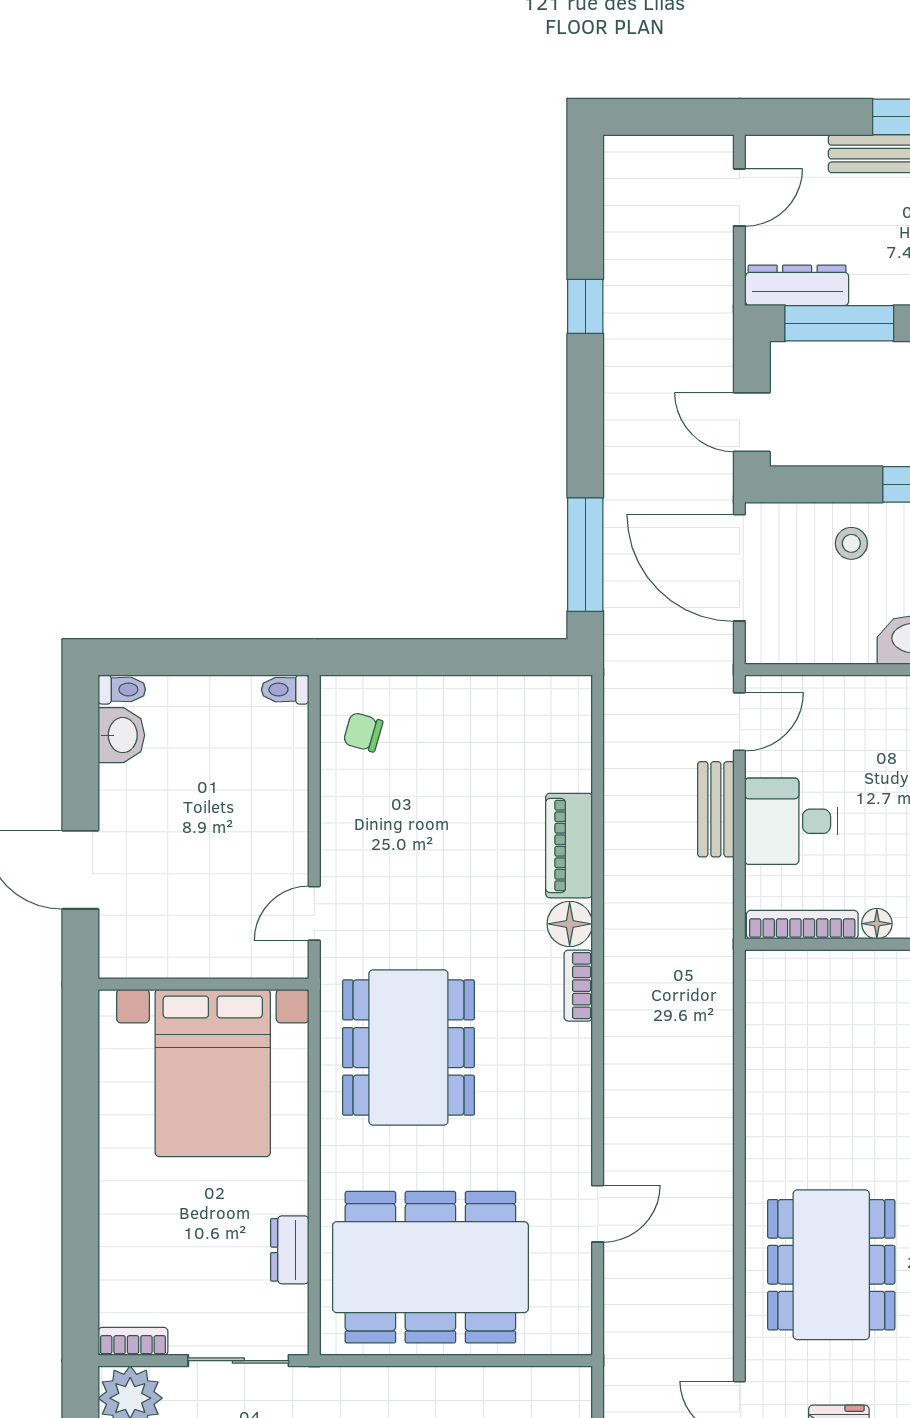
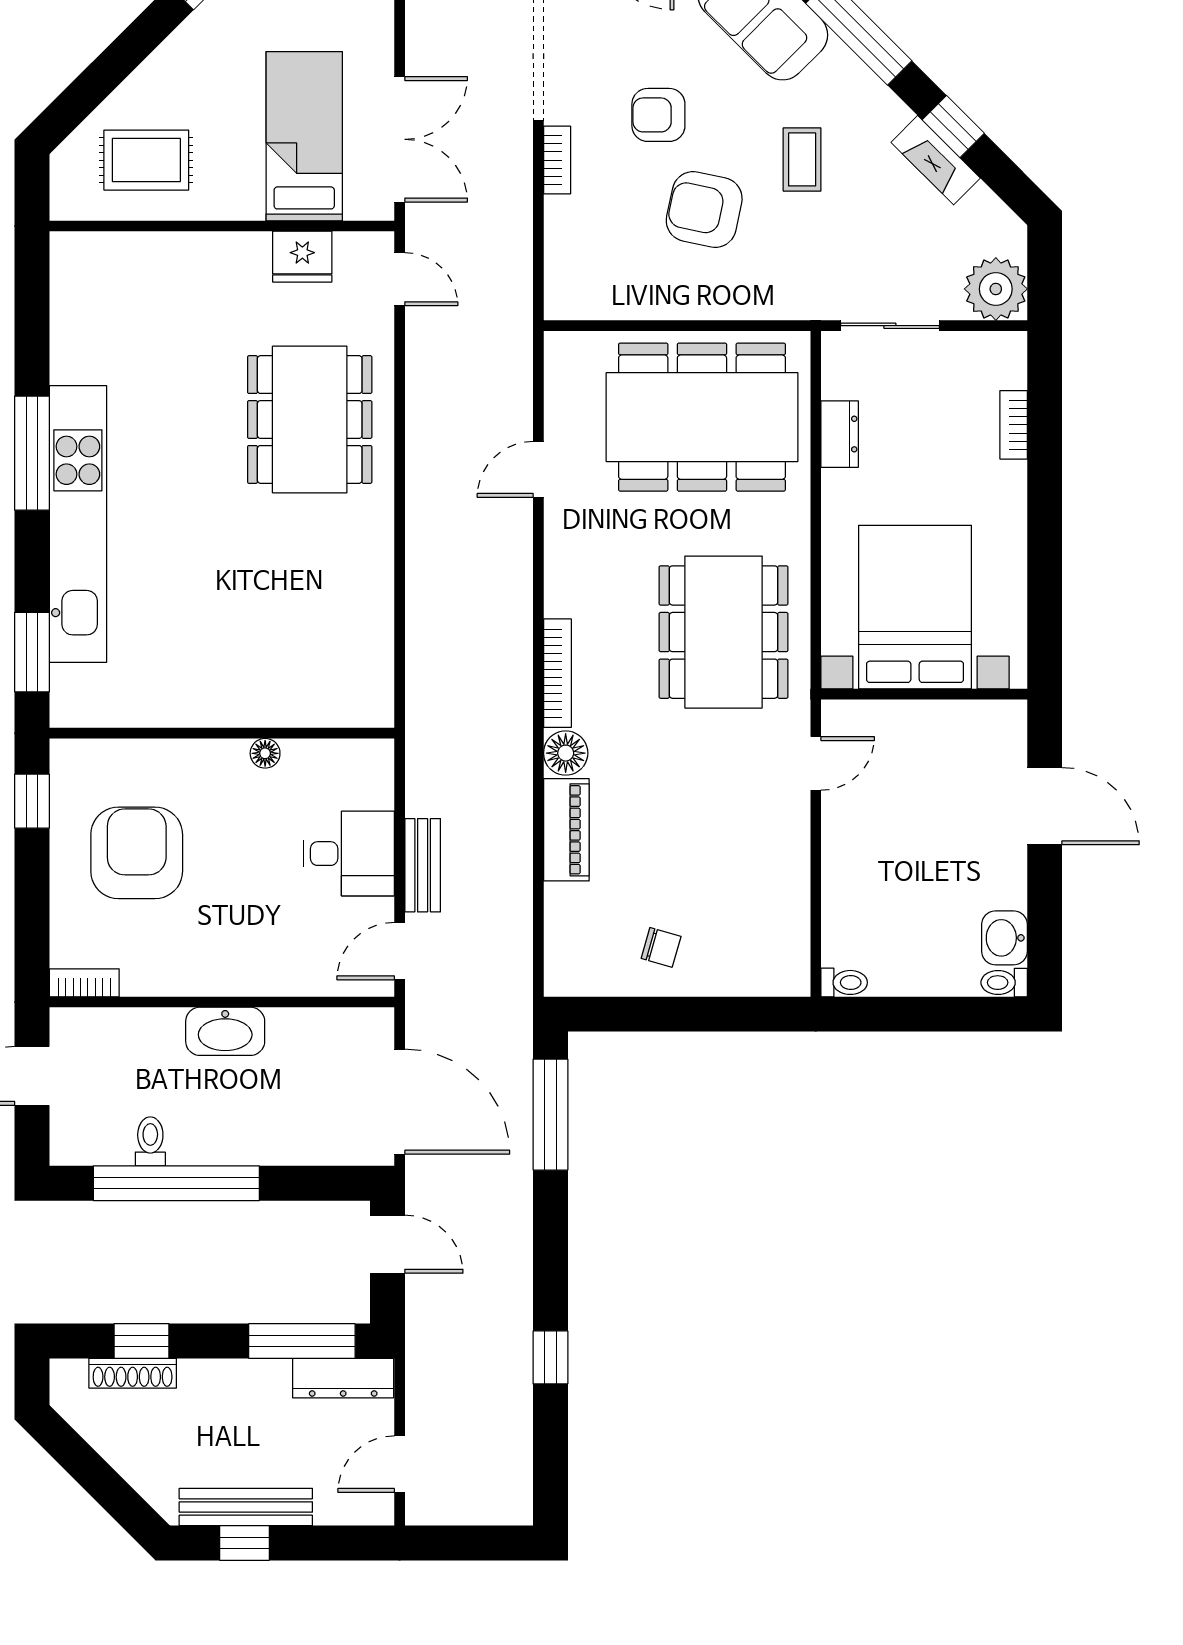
stool: (851, 543) -> (290, 1126), removed
chair: (363, 732) -> (661, 947), moved
bookcase: (802, 925) -> (338, 752), removed
bookcase: (578, 986) -> (557, 673), width x1.56
bookcase: (133, 1341) -> (1014, 425), moved, turned 90

